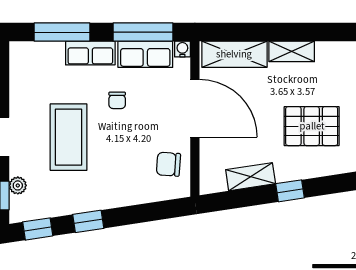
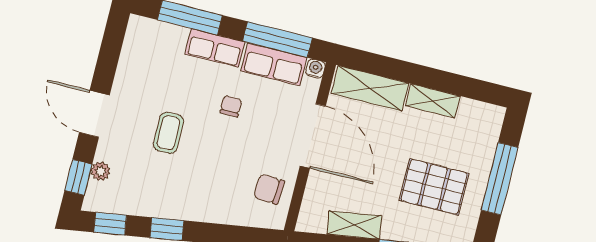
chair: (117, 100) -> (231, 106), turned 180
coffee table: (69, 137) -> (168, 133), width x0.54, depth x0.58

